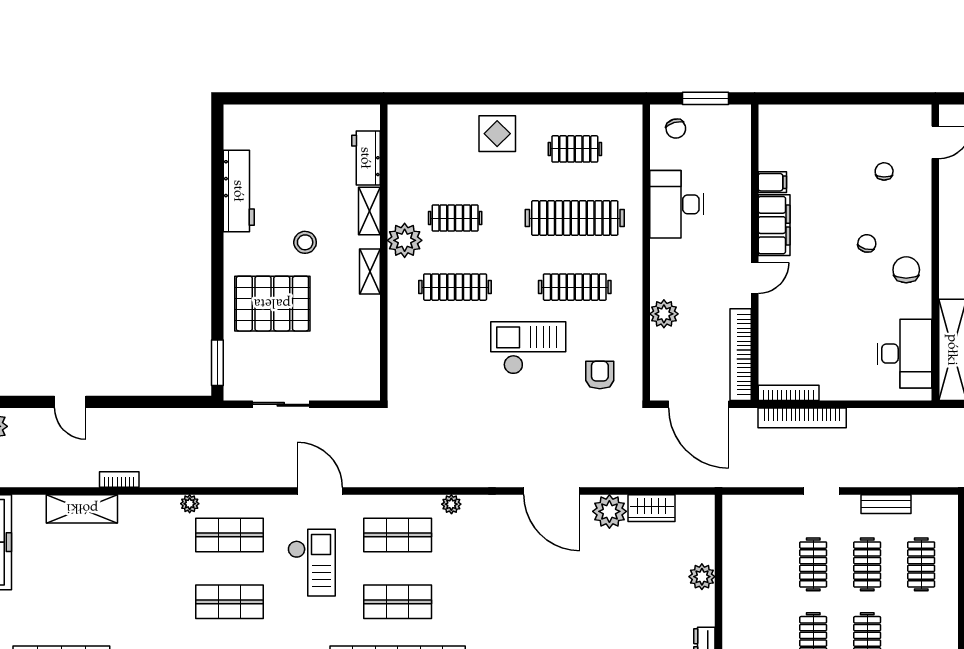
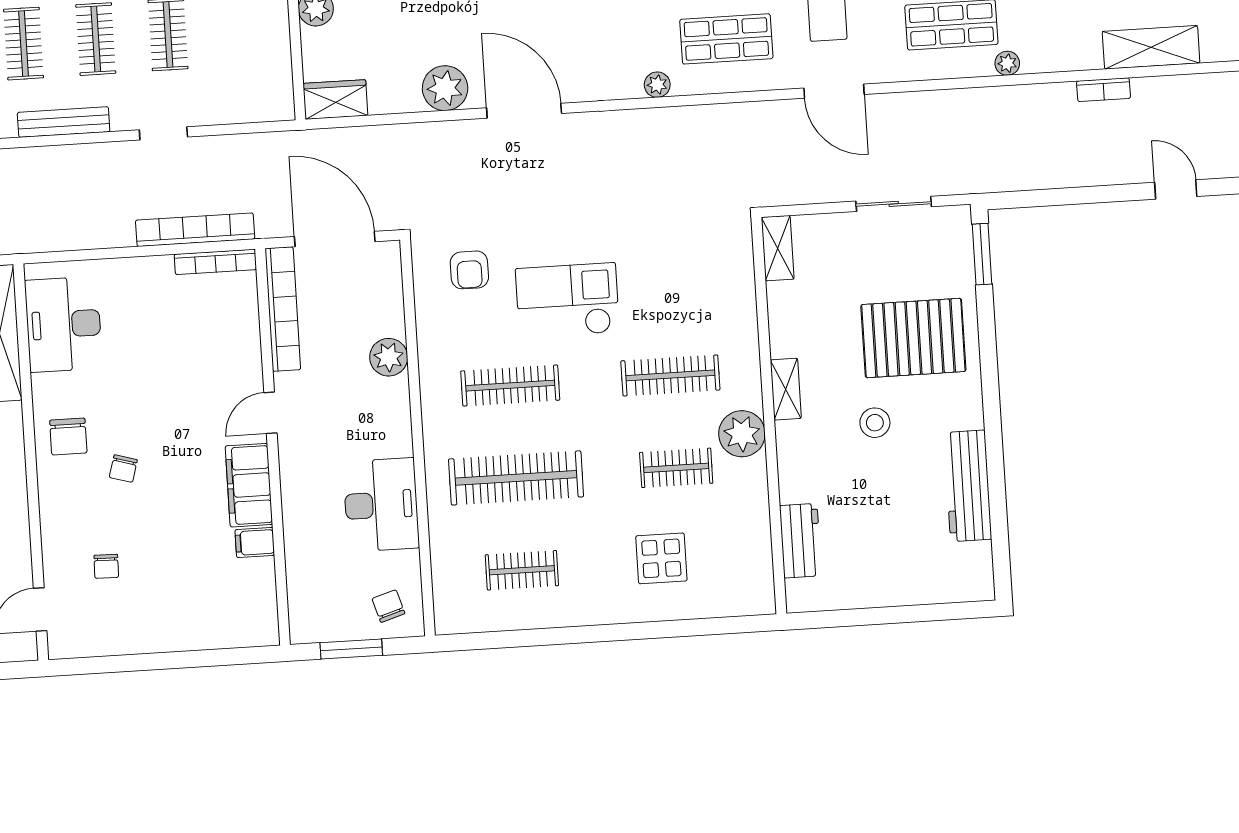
display table: (497, 134) -> (661, 558), moved
shelving: (369, 211) -> (778, 248), moved
checkout: (528, 348) -> (567, 300), turned 180
bench: (886, 504) -> (64, 122), width x1.36
wardrobe: (652, 508) -> (335, 100), moved

